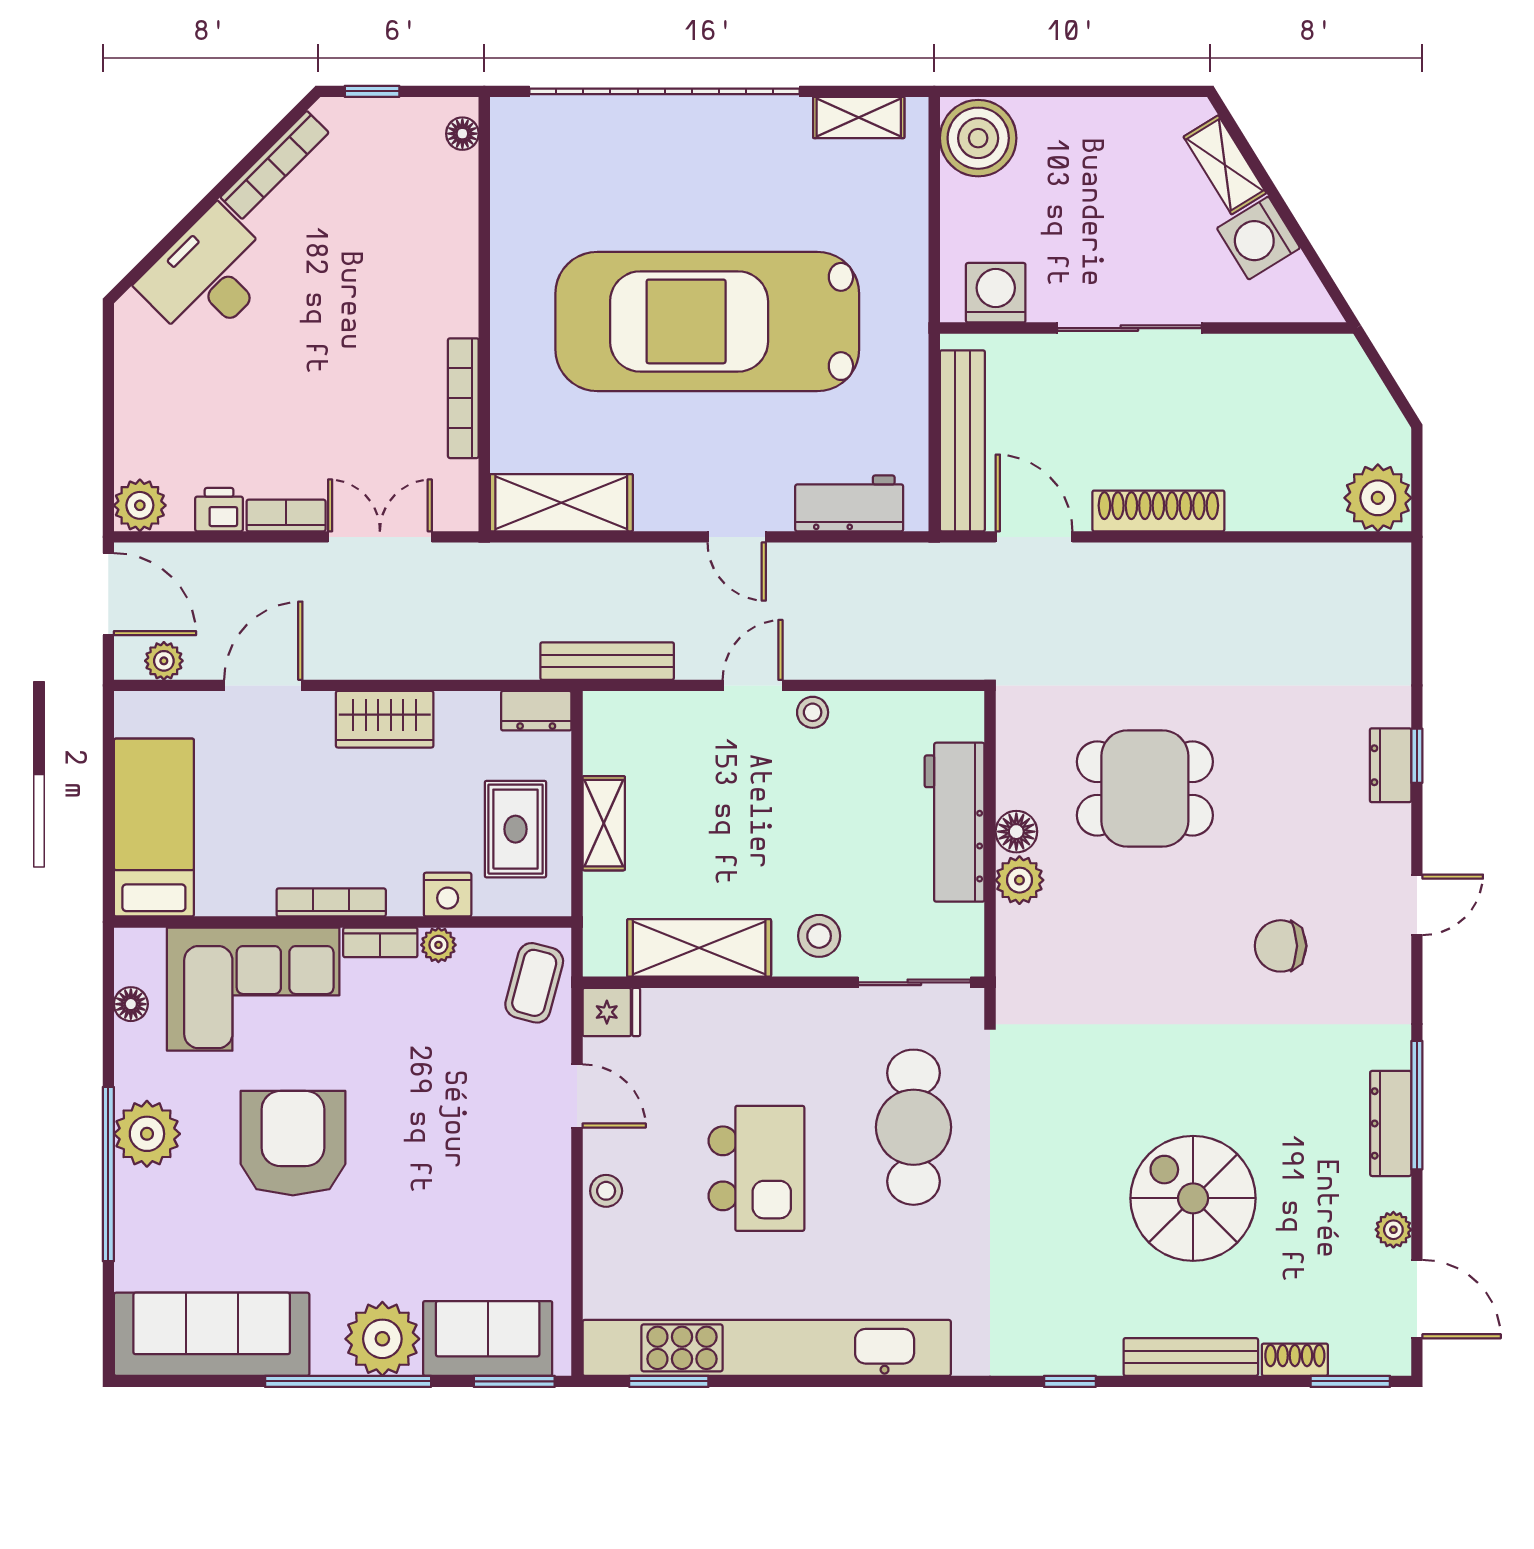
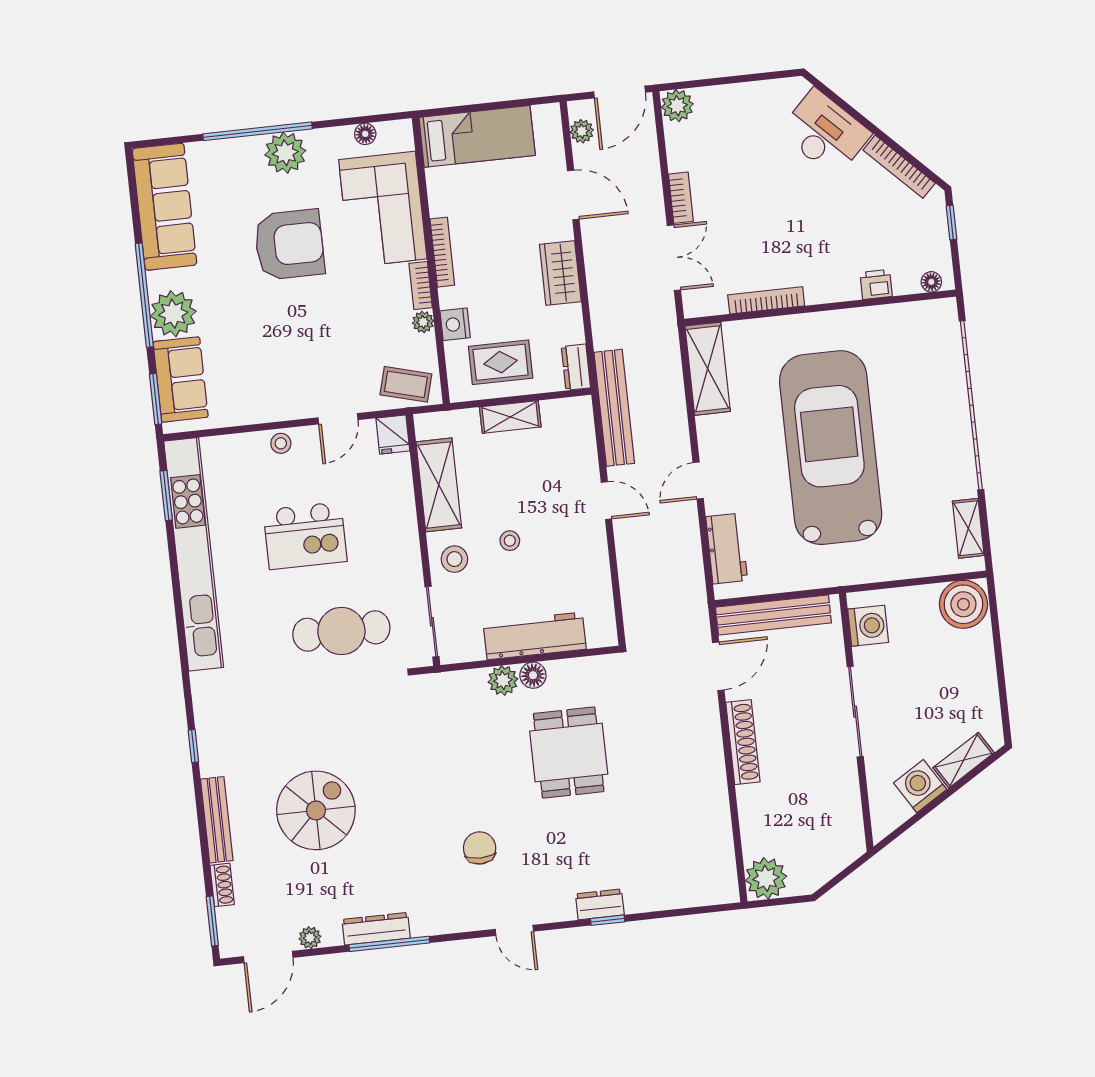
printer: (219, 510) -> (876, 284), moved, turned -90
bench: (607, 661) -> (614, 408), width x1.37, depth x1.21
stool: (813, 712) -> (510, 541), moved

